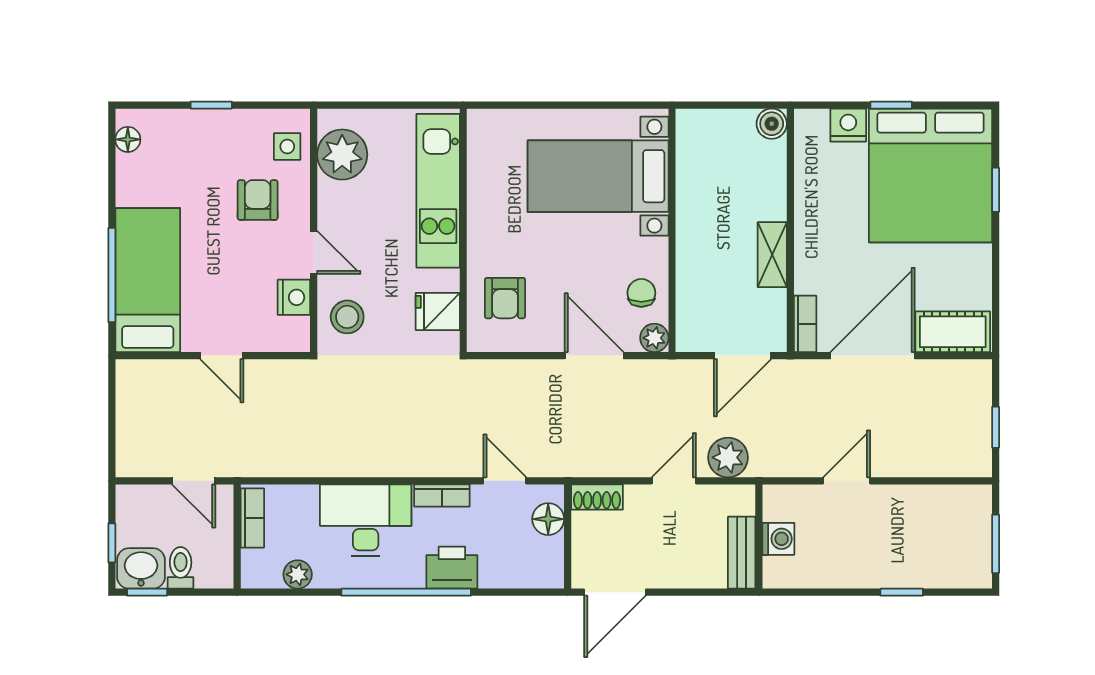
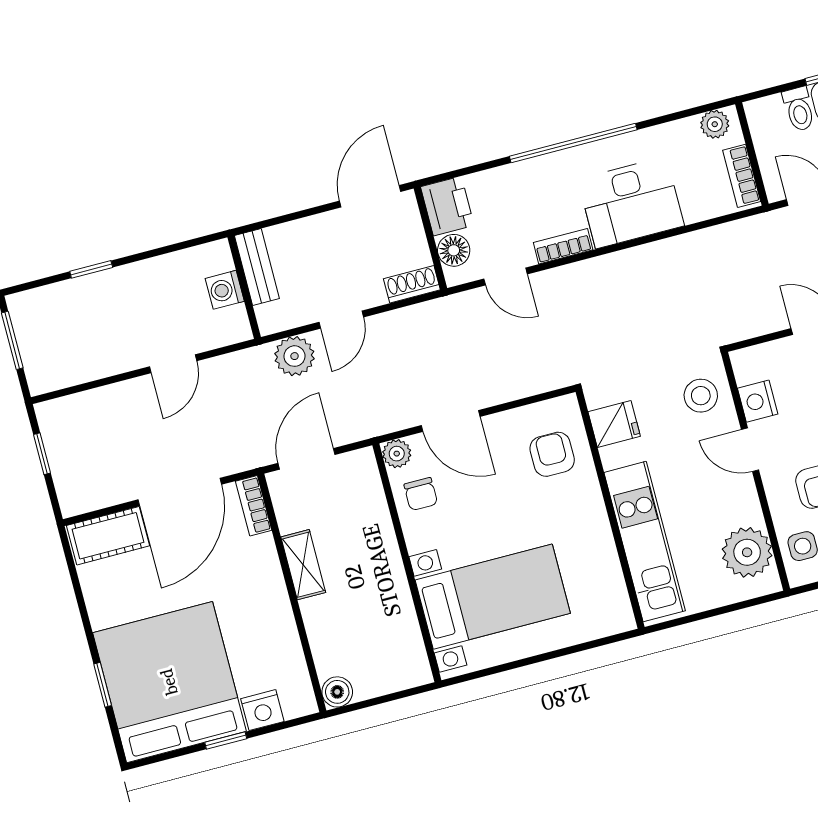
printer: (452, 568) -> (447, 206), moved, turned -90
plant: (298, 574) -> (715, 124), moved

